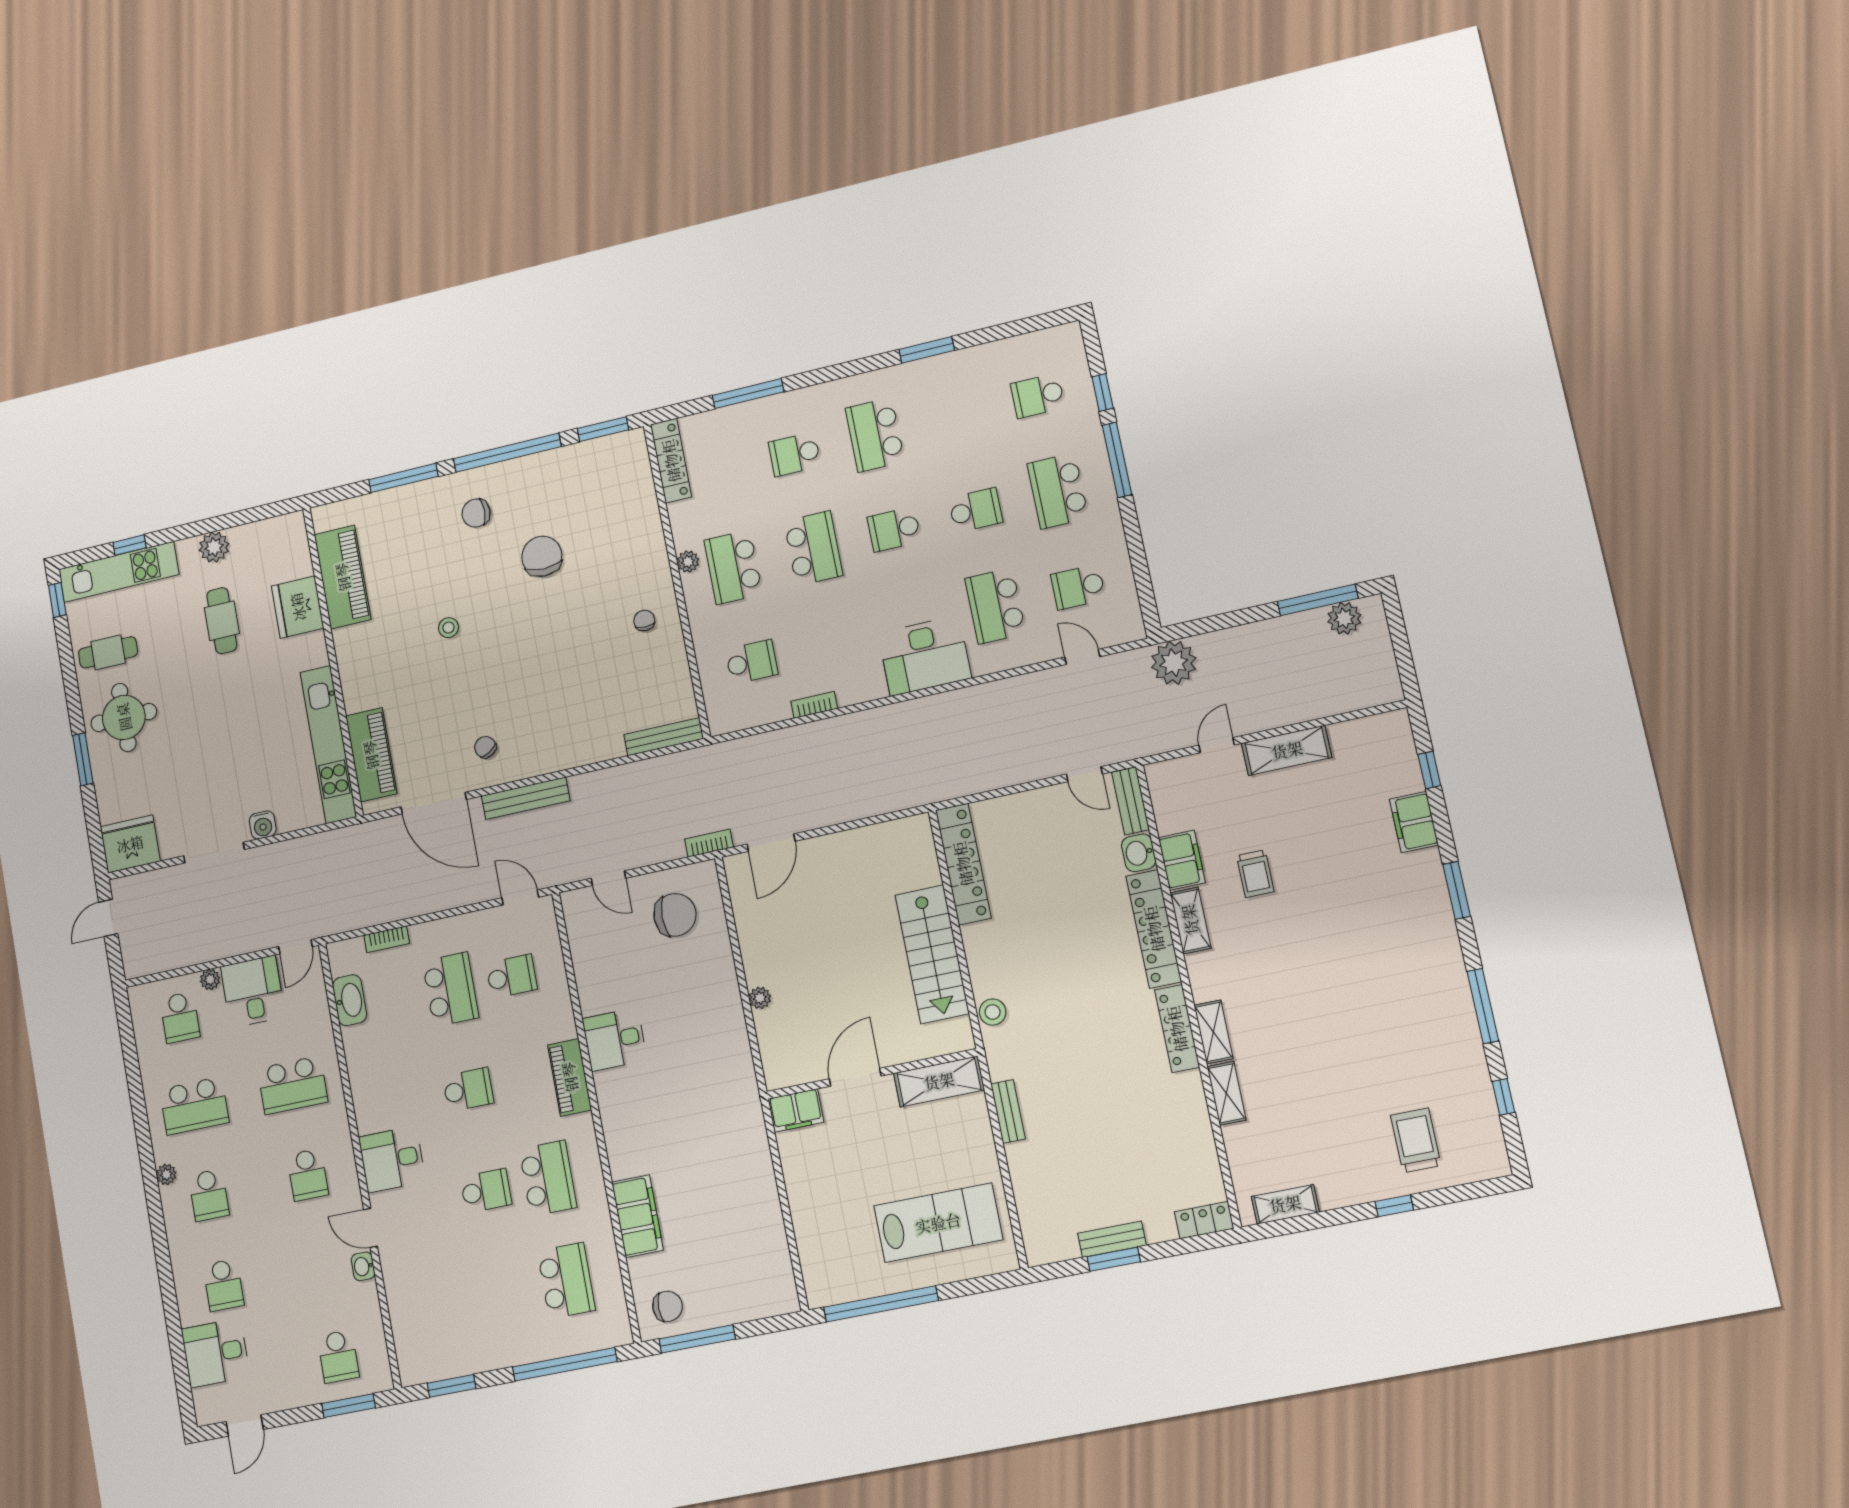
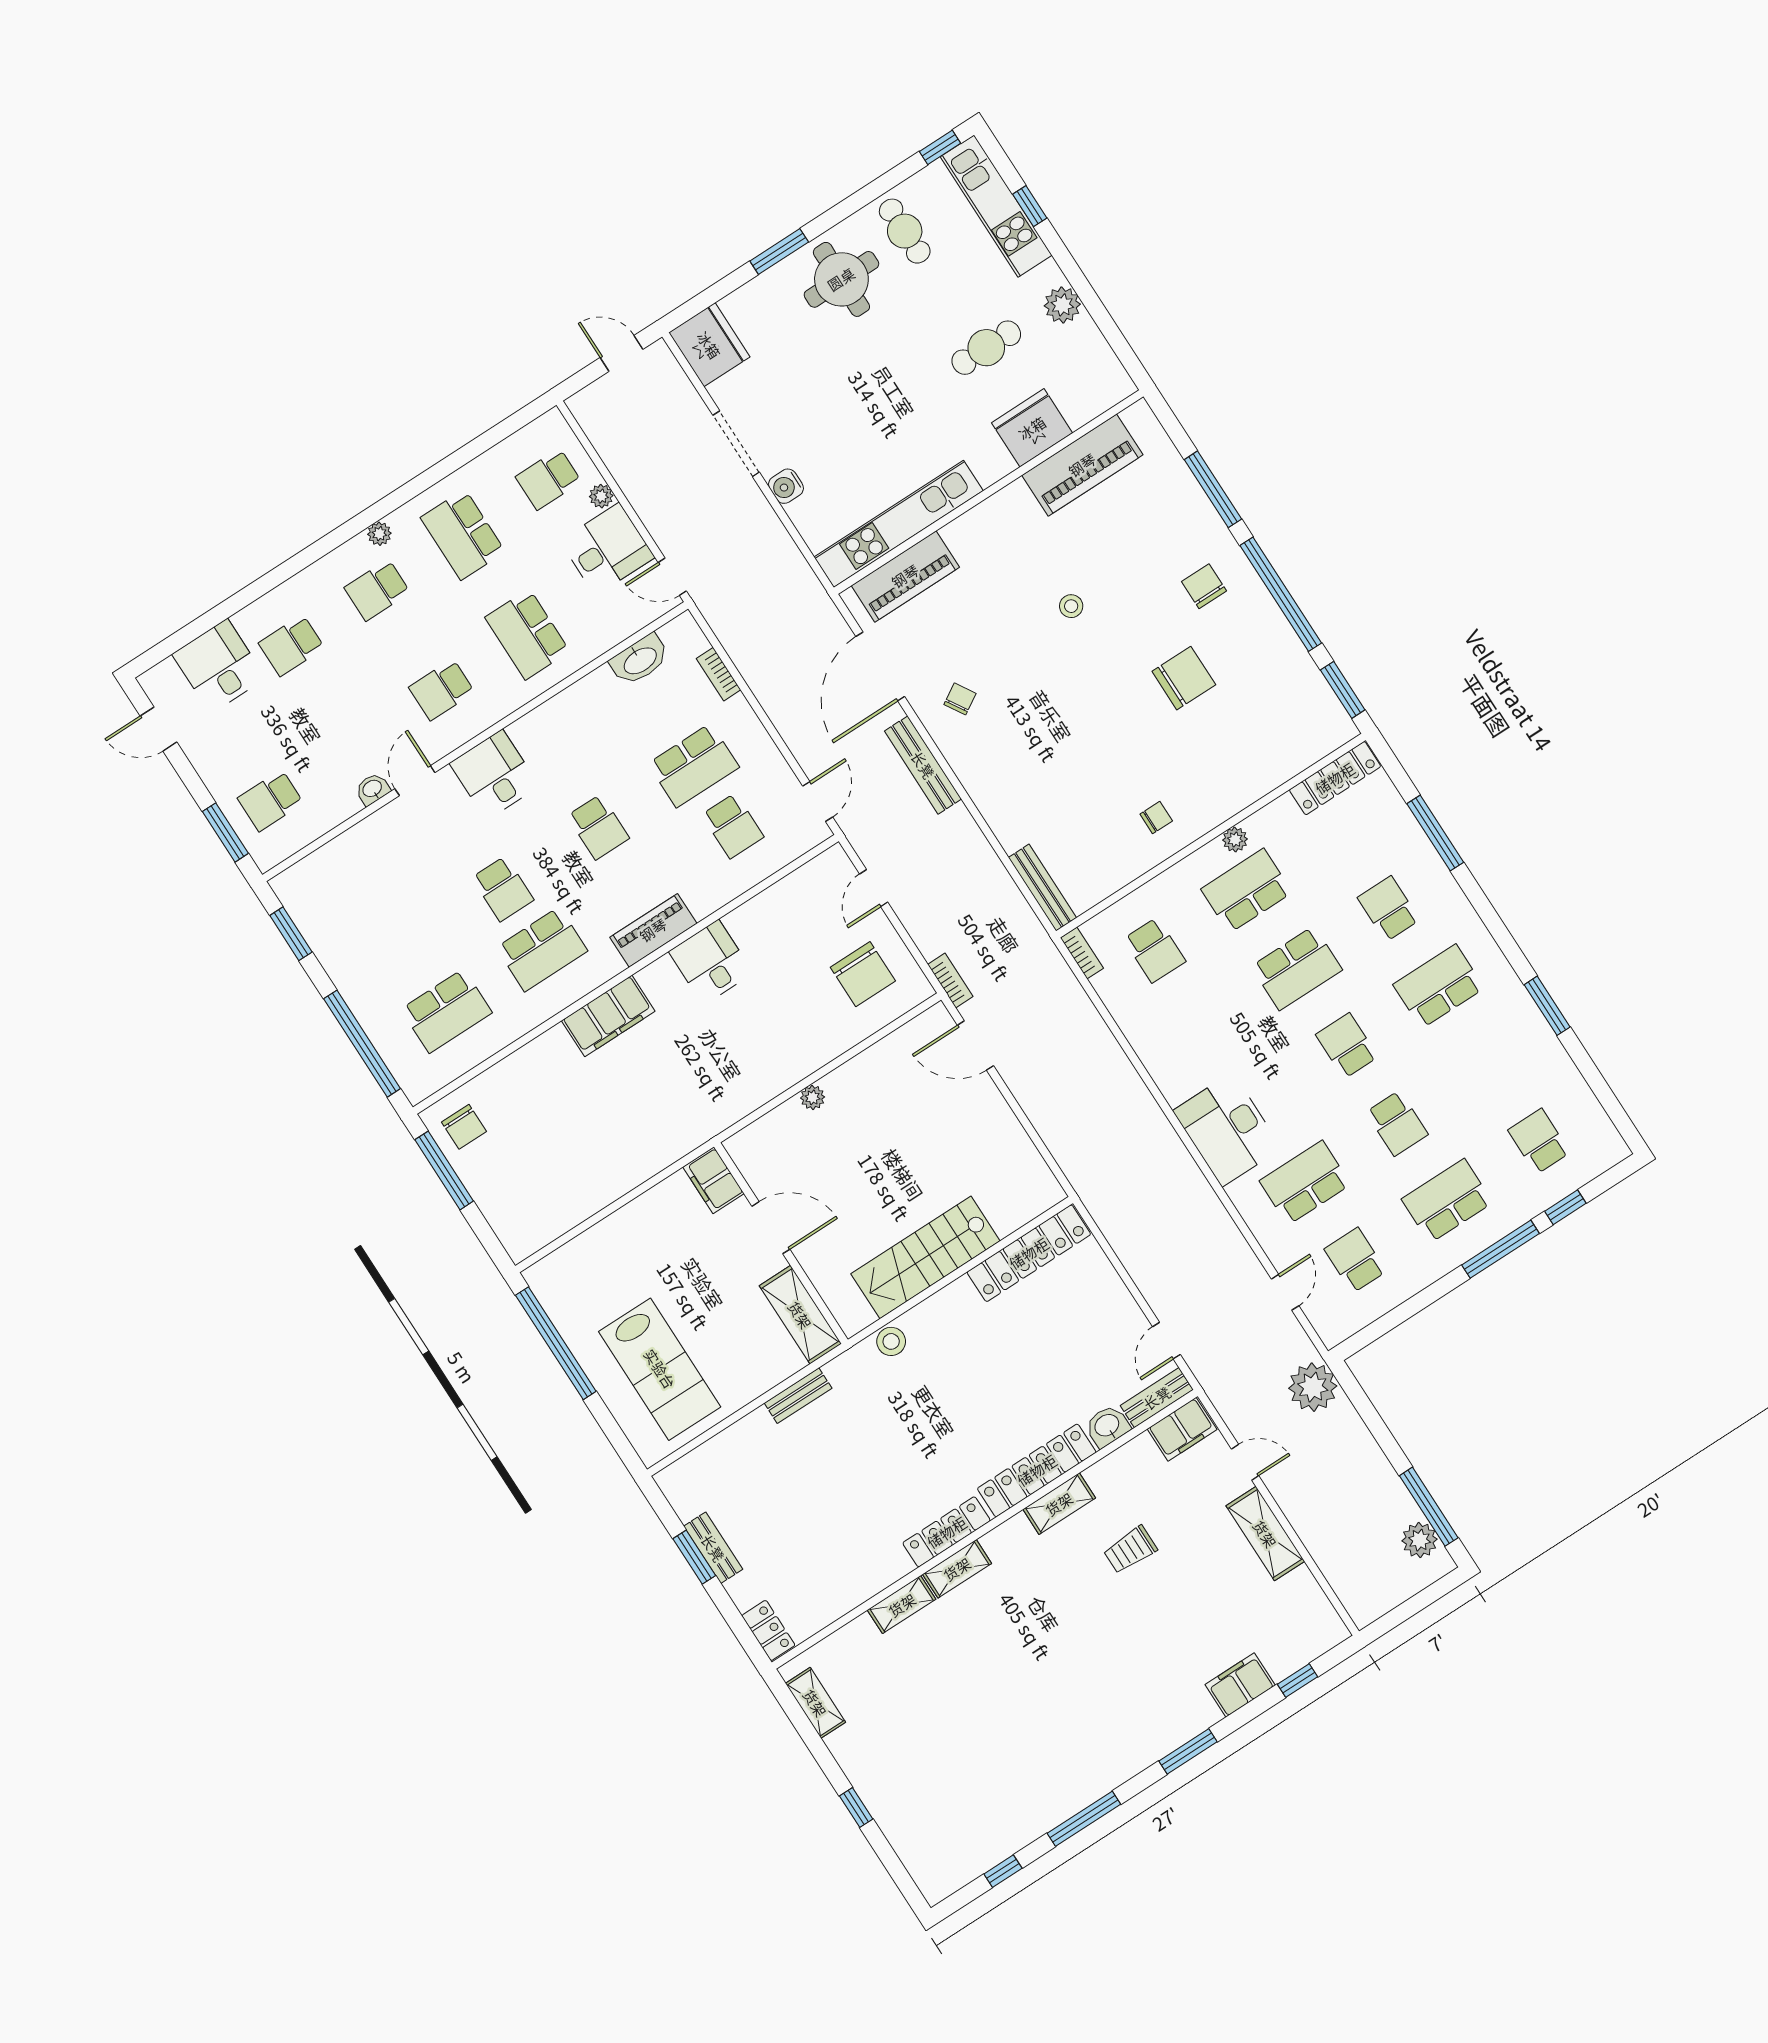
bookcase: (814, 705) -> (1082, 953), moved
filing cabinet: (1182, 860) -> (1182, 1429), moved
trolley: (1416, 1140) -> (928, 1804), removed
filing cabinet: (637, 1216) -> (608, 1016), moved

